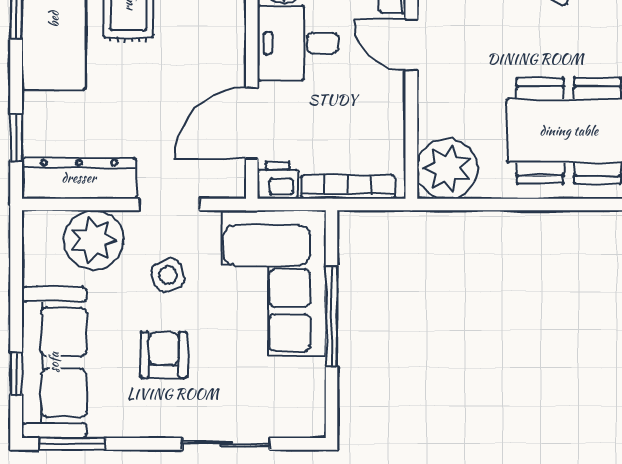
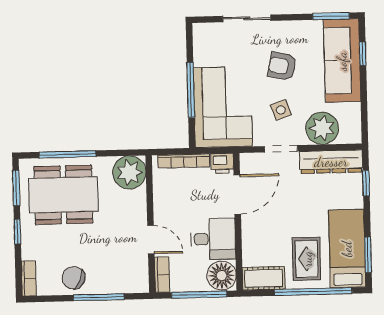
window: (560, 205) -> (67, 154), added
armchair: (164, 355) -> (282, 66), turned 102

